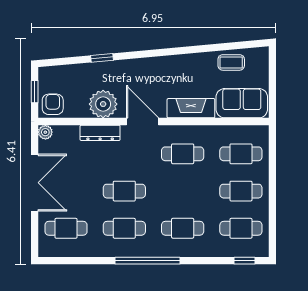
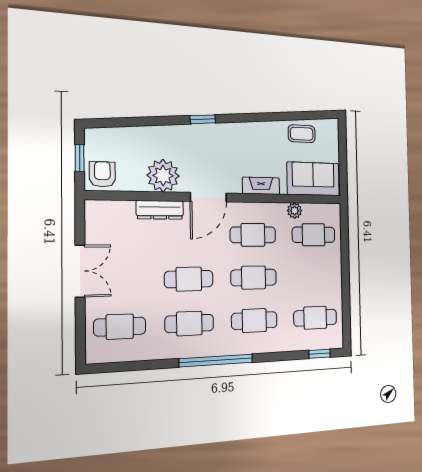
window: (102, 58) -> (203, 119), moved
fireplace: (191, 108) -> (261, 186), width x0.73, depth x0.76
door: (142, 122) -> (208, 197), swing flipped
plant: (45, 132) -> (295, 211), moved
double door: (35, 183) -> (80, 271), width x0.73
cafe table: (241, 191) -> (254, 278), moved

